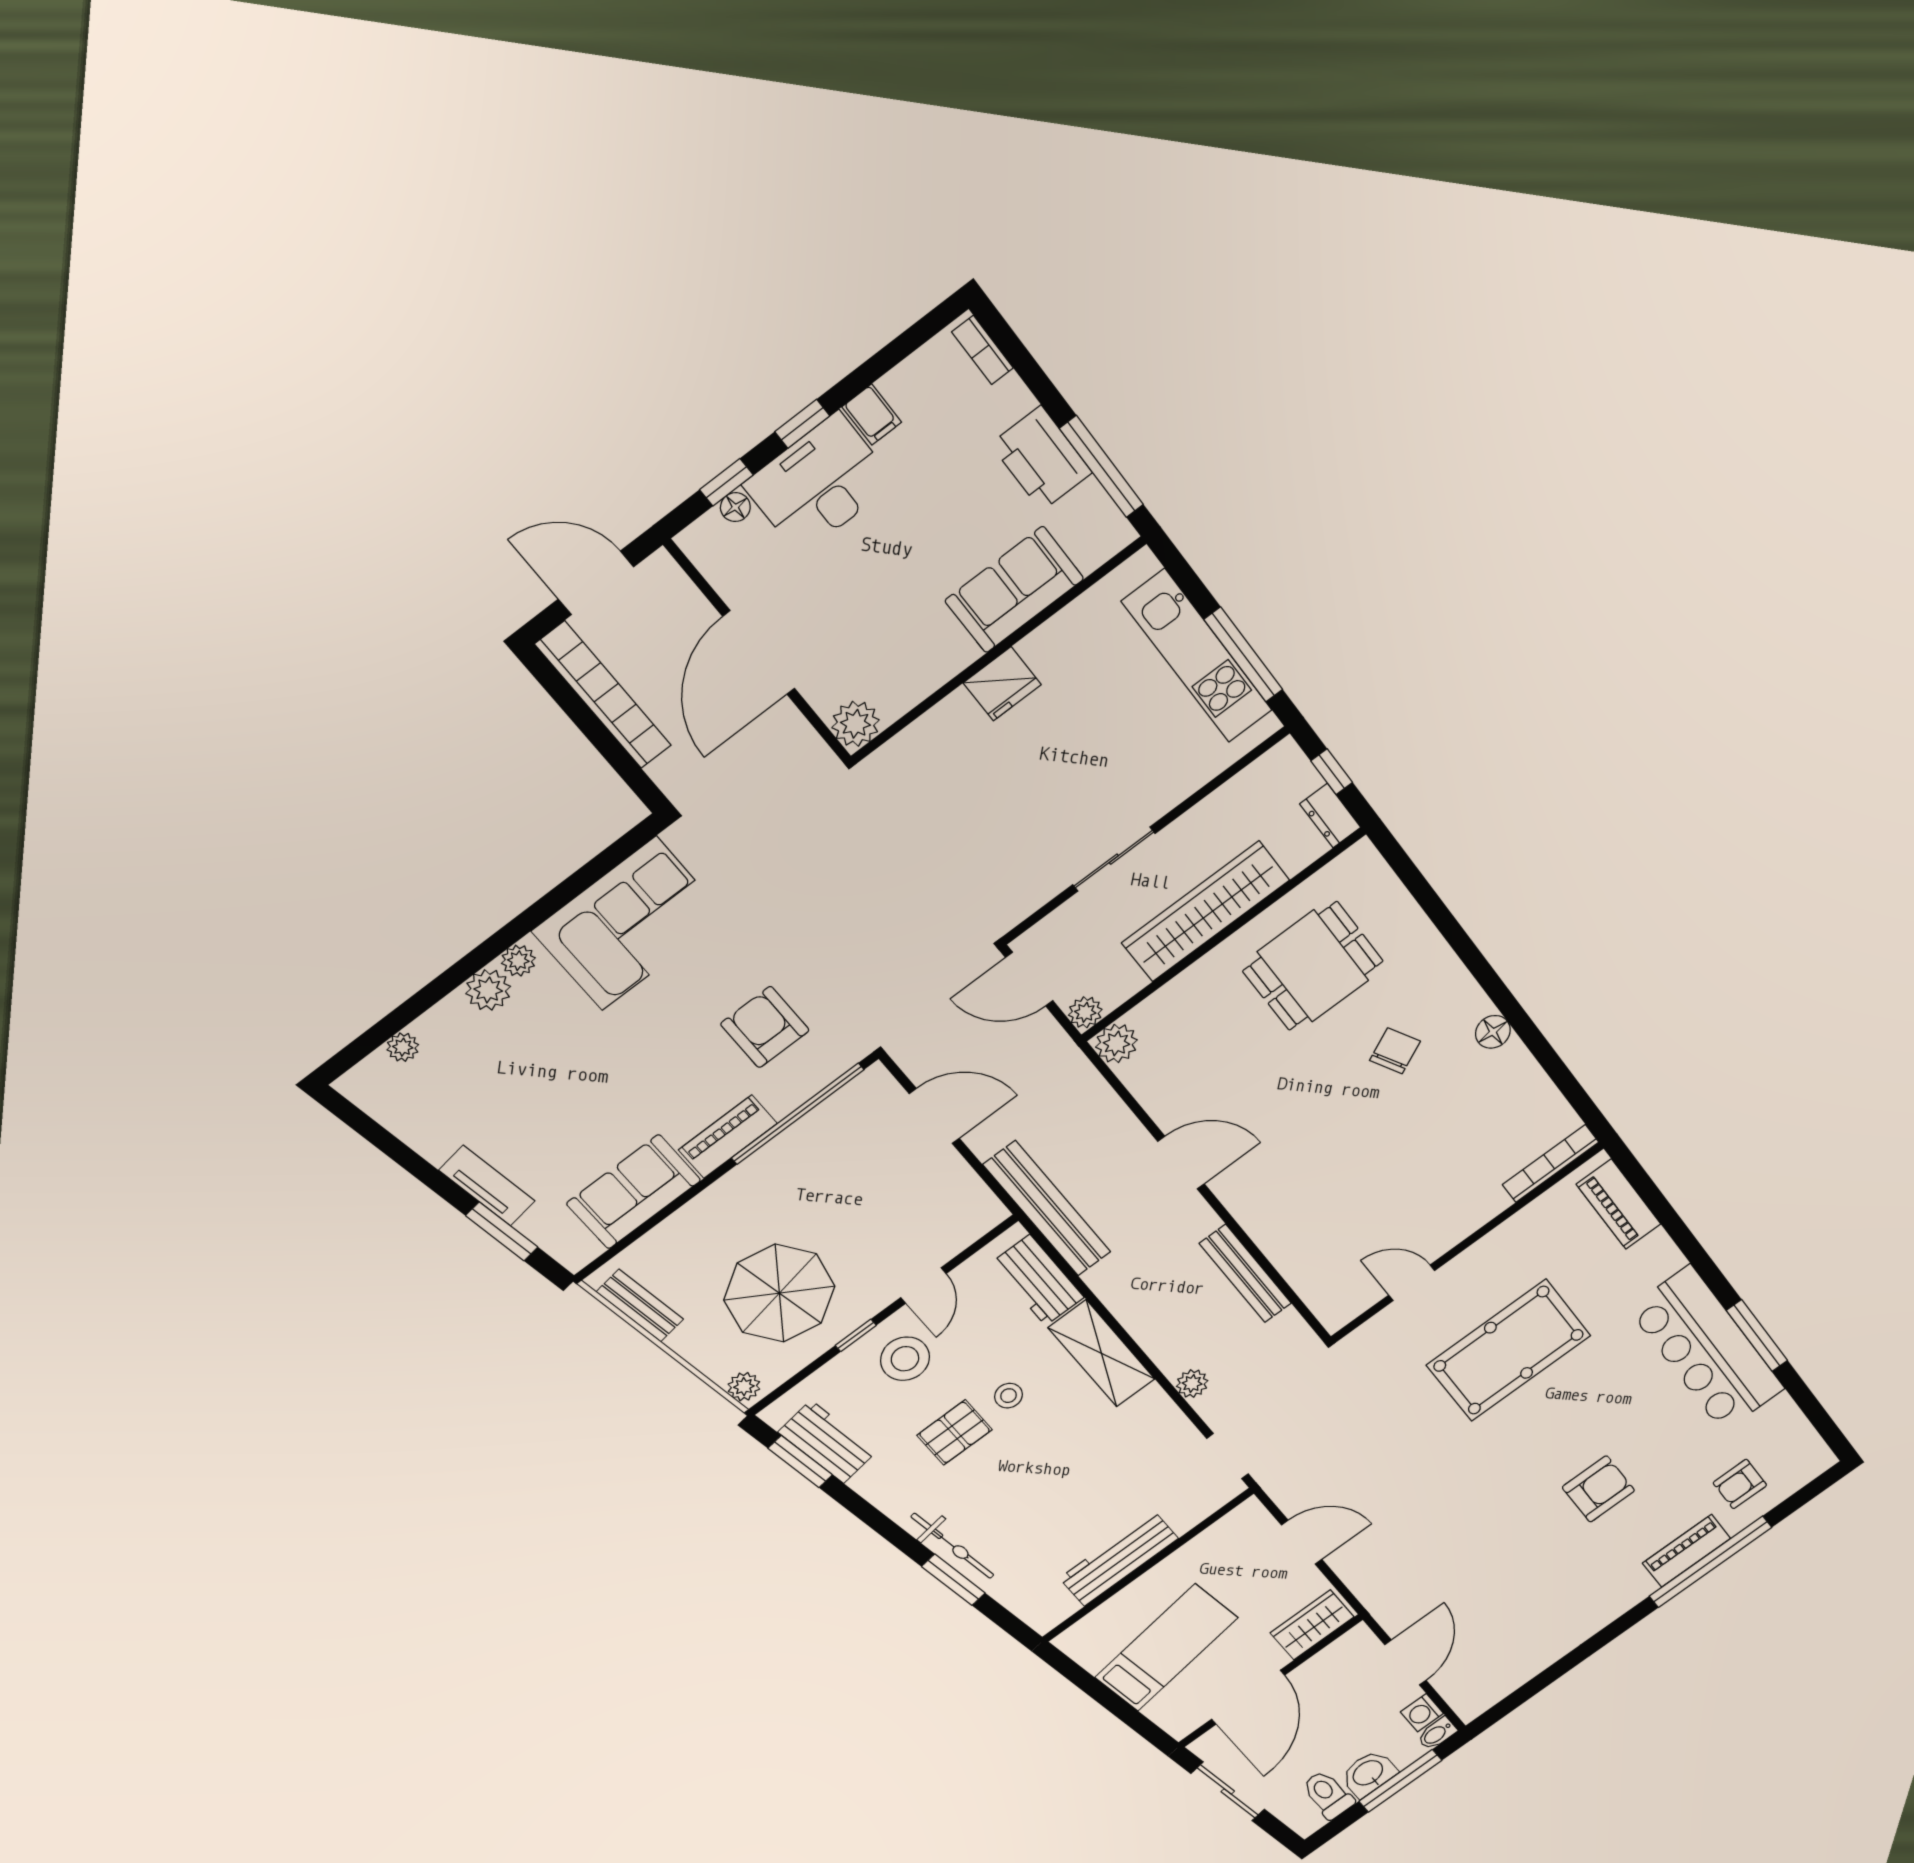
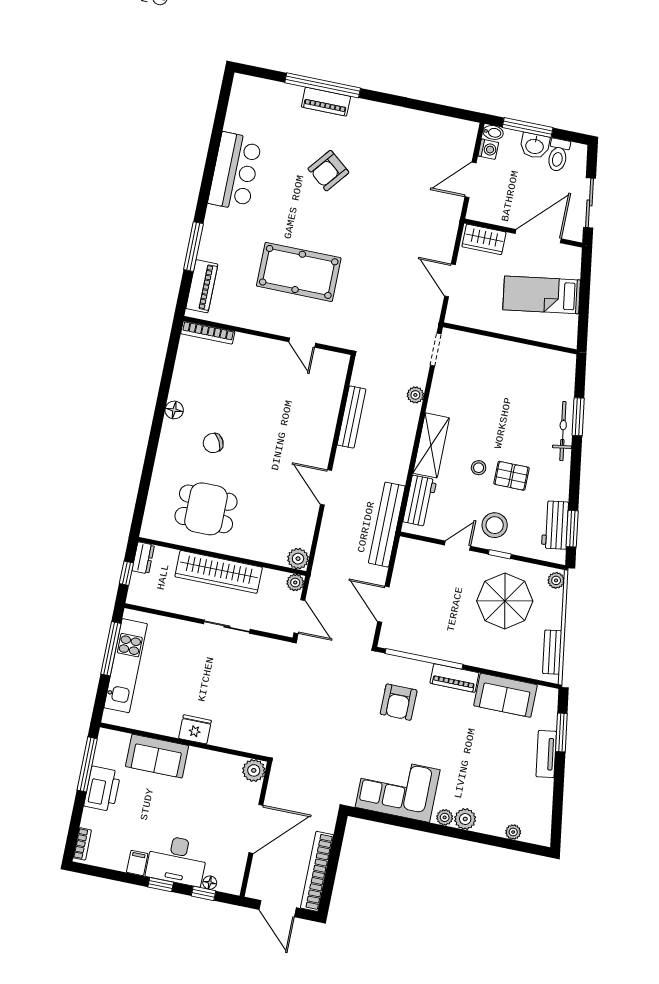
window: (1757, 1336) -> (193, 247), moved
bar counter: (1707, 1349) -> (235, 171), width x0.73
armchair: (1740, 1484) -> (278, 108), removed
armchair: (1598, 1489) -> (328, 171), turned -51
workbench: (1119, 1558) -> (516, 354), removed

